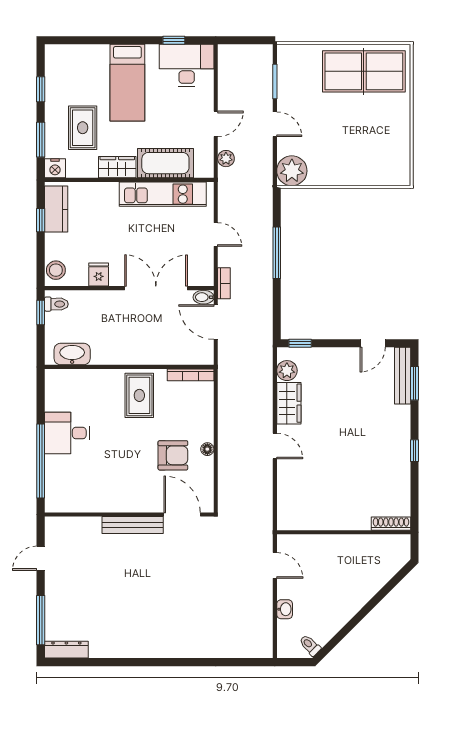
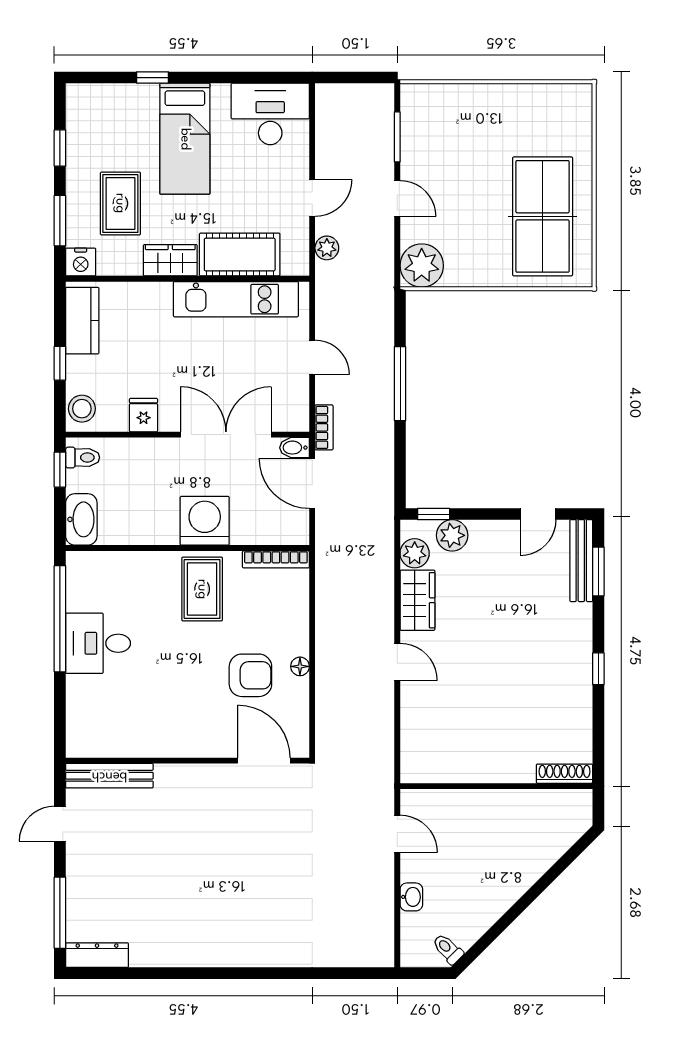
window: (174, 40) -> (152, 78), moved
table tennis table: (364, 71) -> (543, 216), moved, turned 90
window: (41, 220) -> (60, 363), moved
washing machine: (141, 348) -> (205, 521), added
washbasin: (72, 354) -> (81, 519), moved, turned 90
plant: (313, 358) -> (452, 535), added
window: (41, 461) -> (60, 619), moved
bench: (133, 525) -> (109, 776), moved

